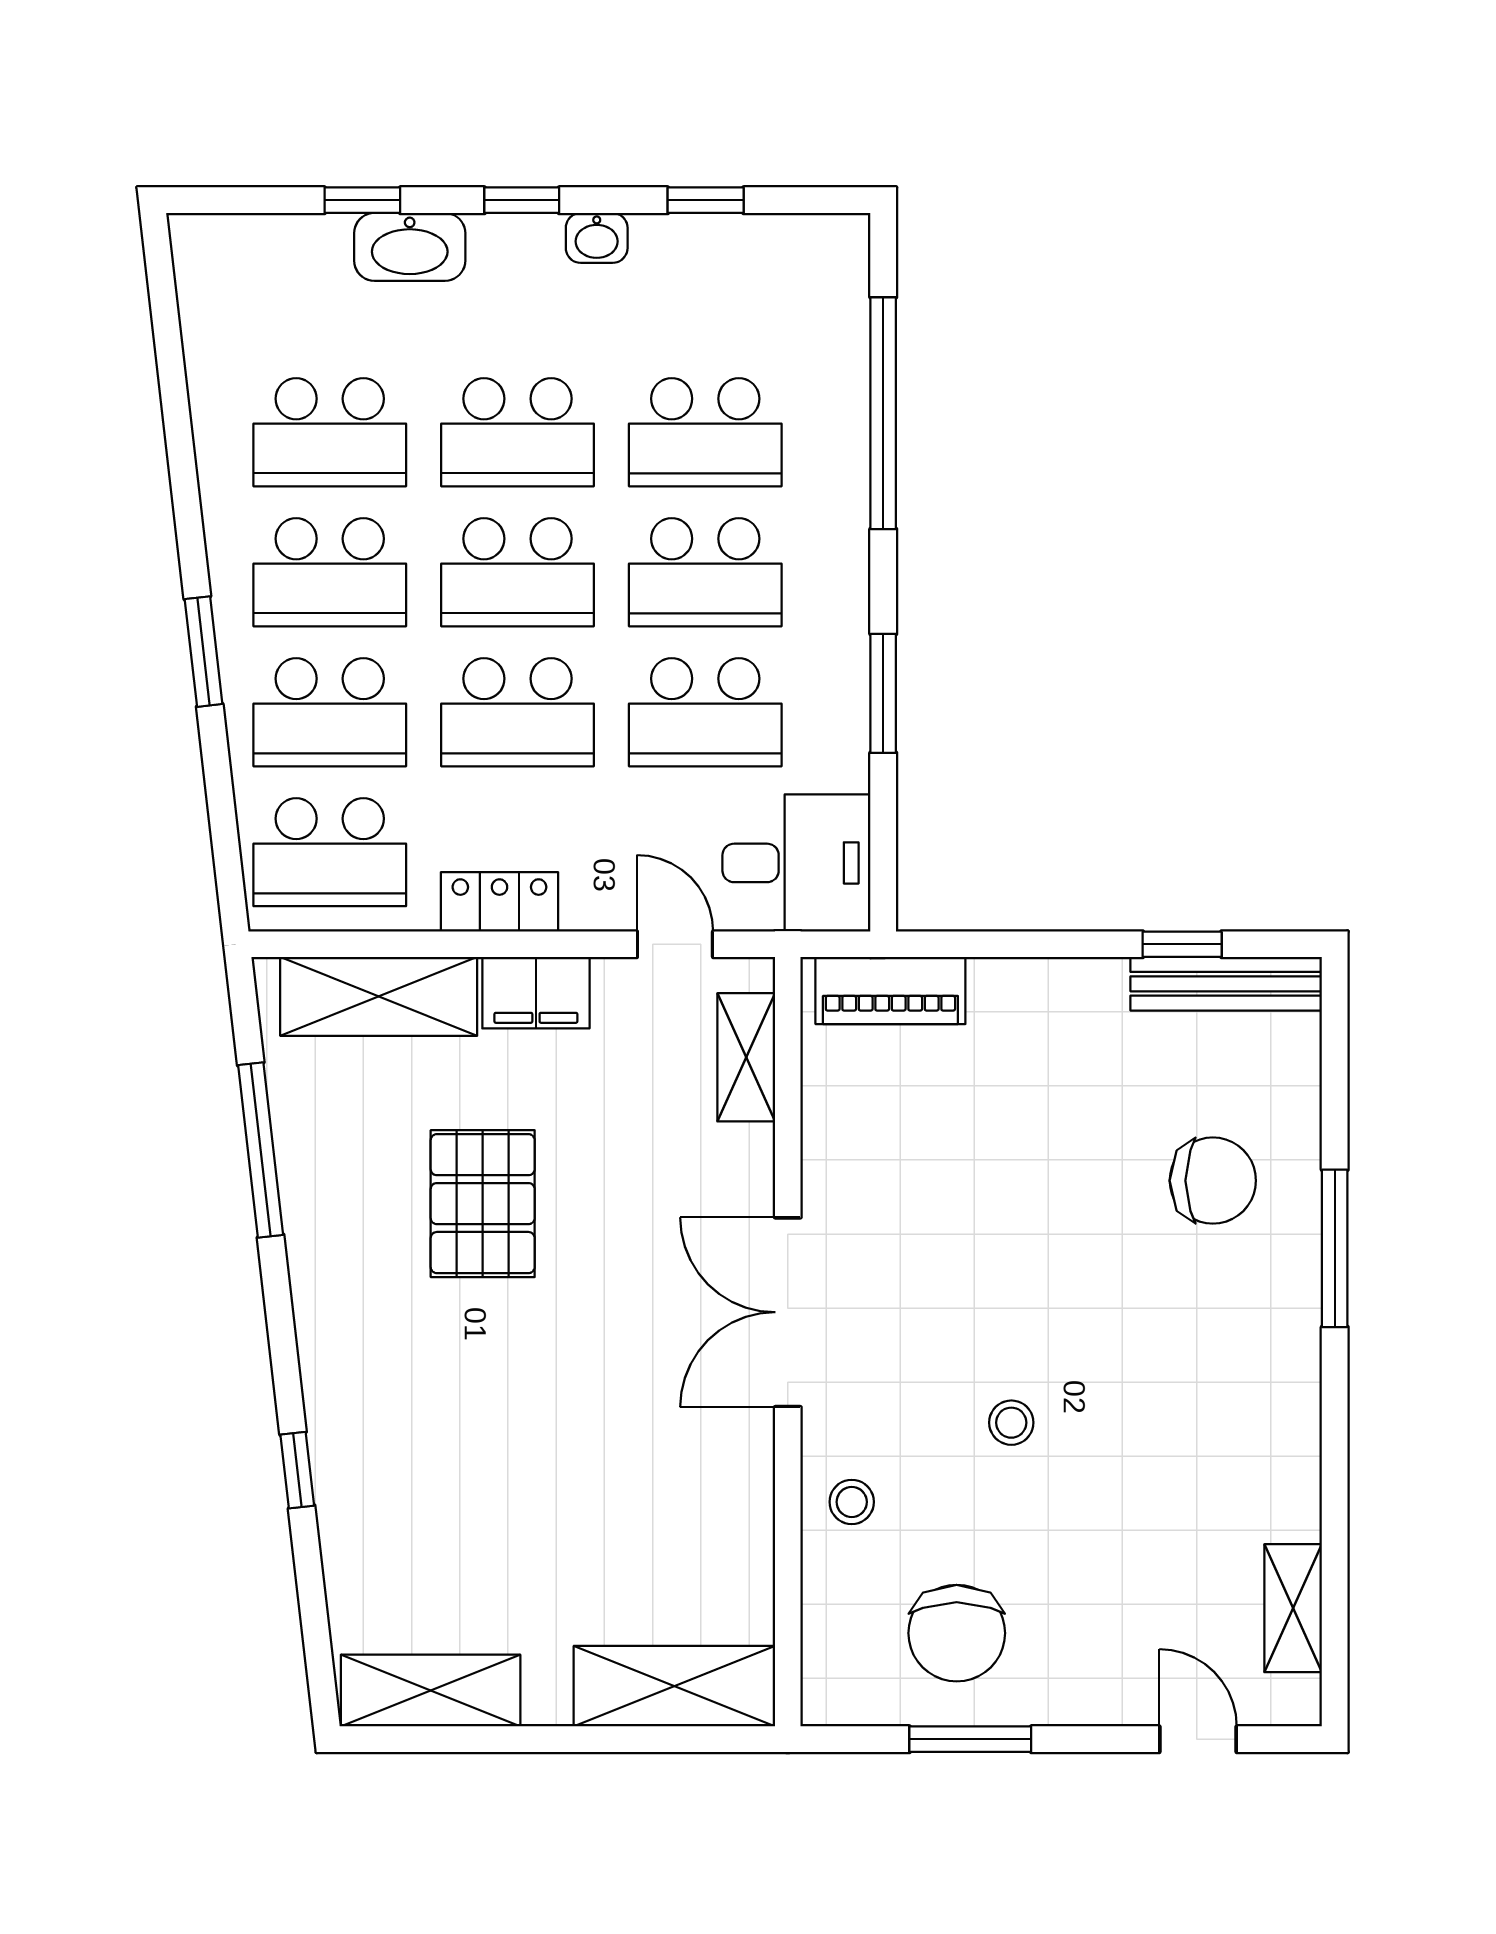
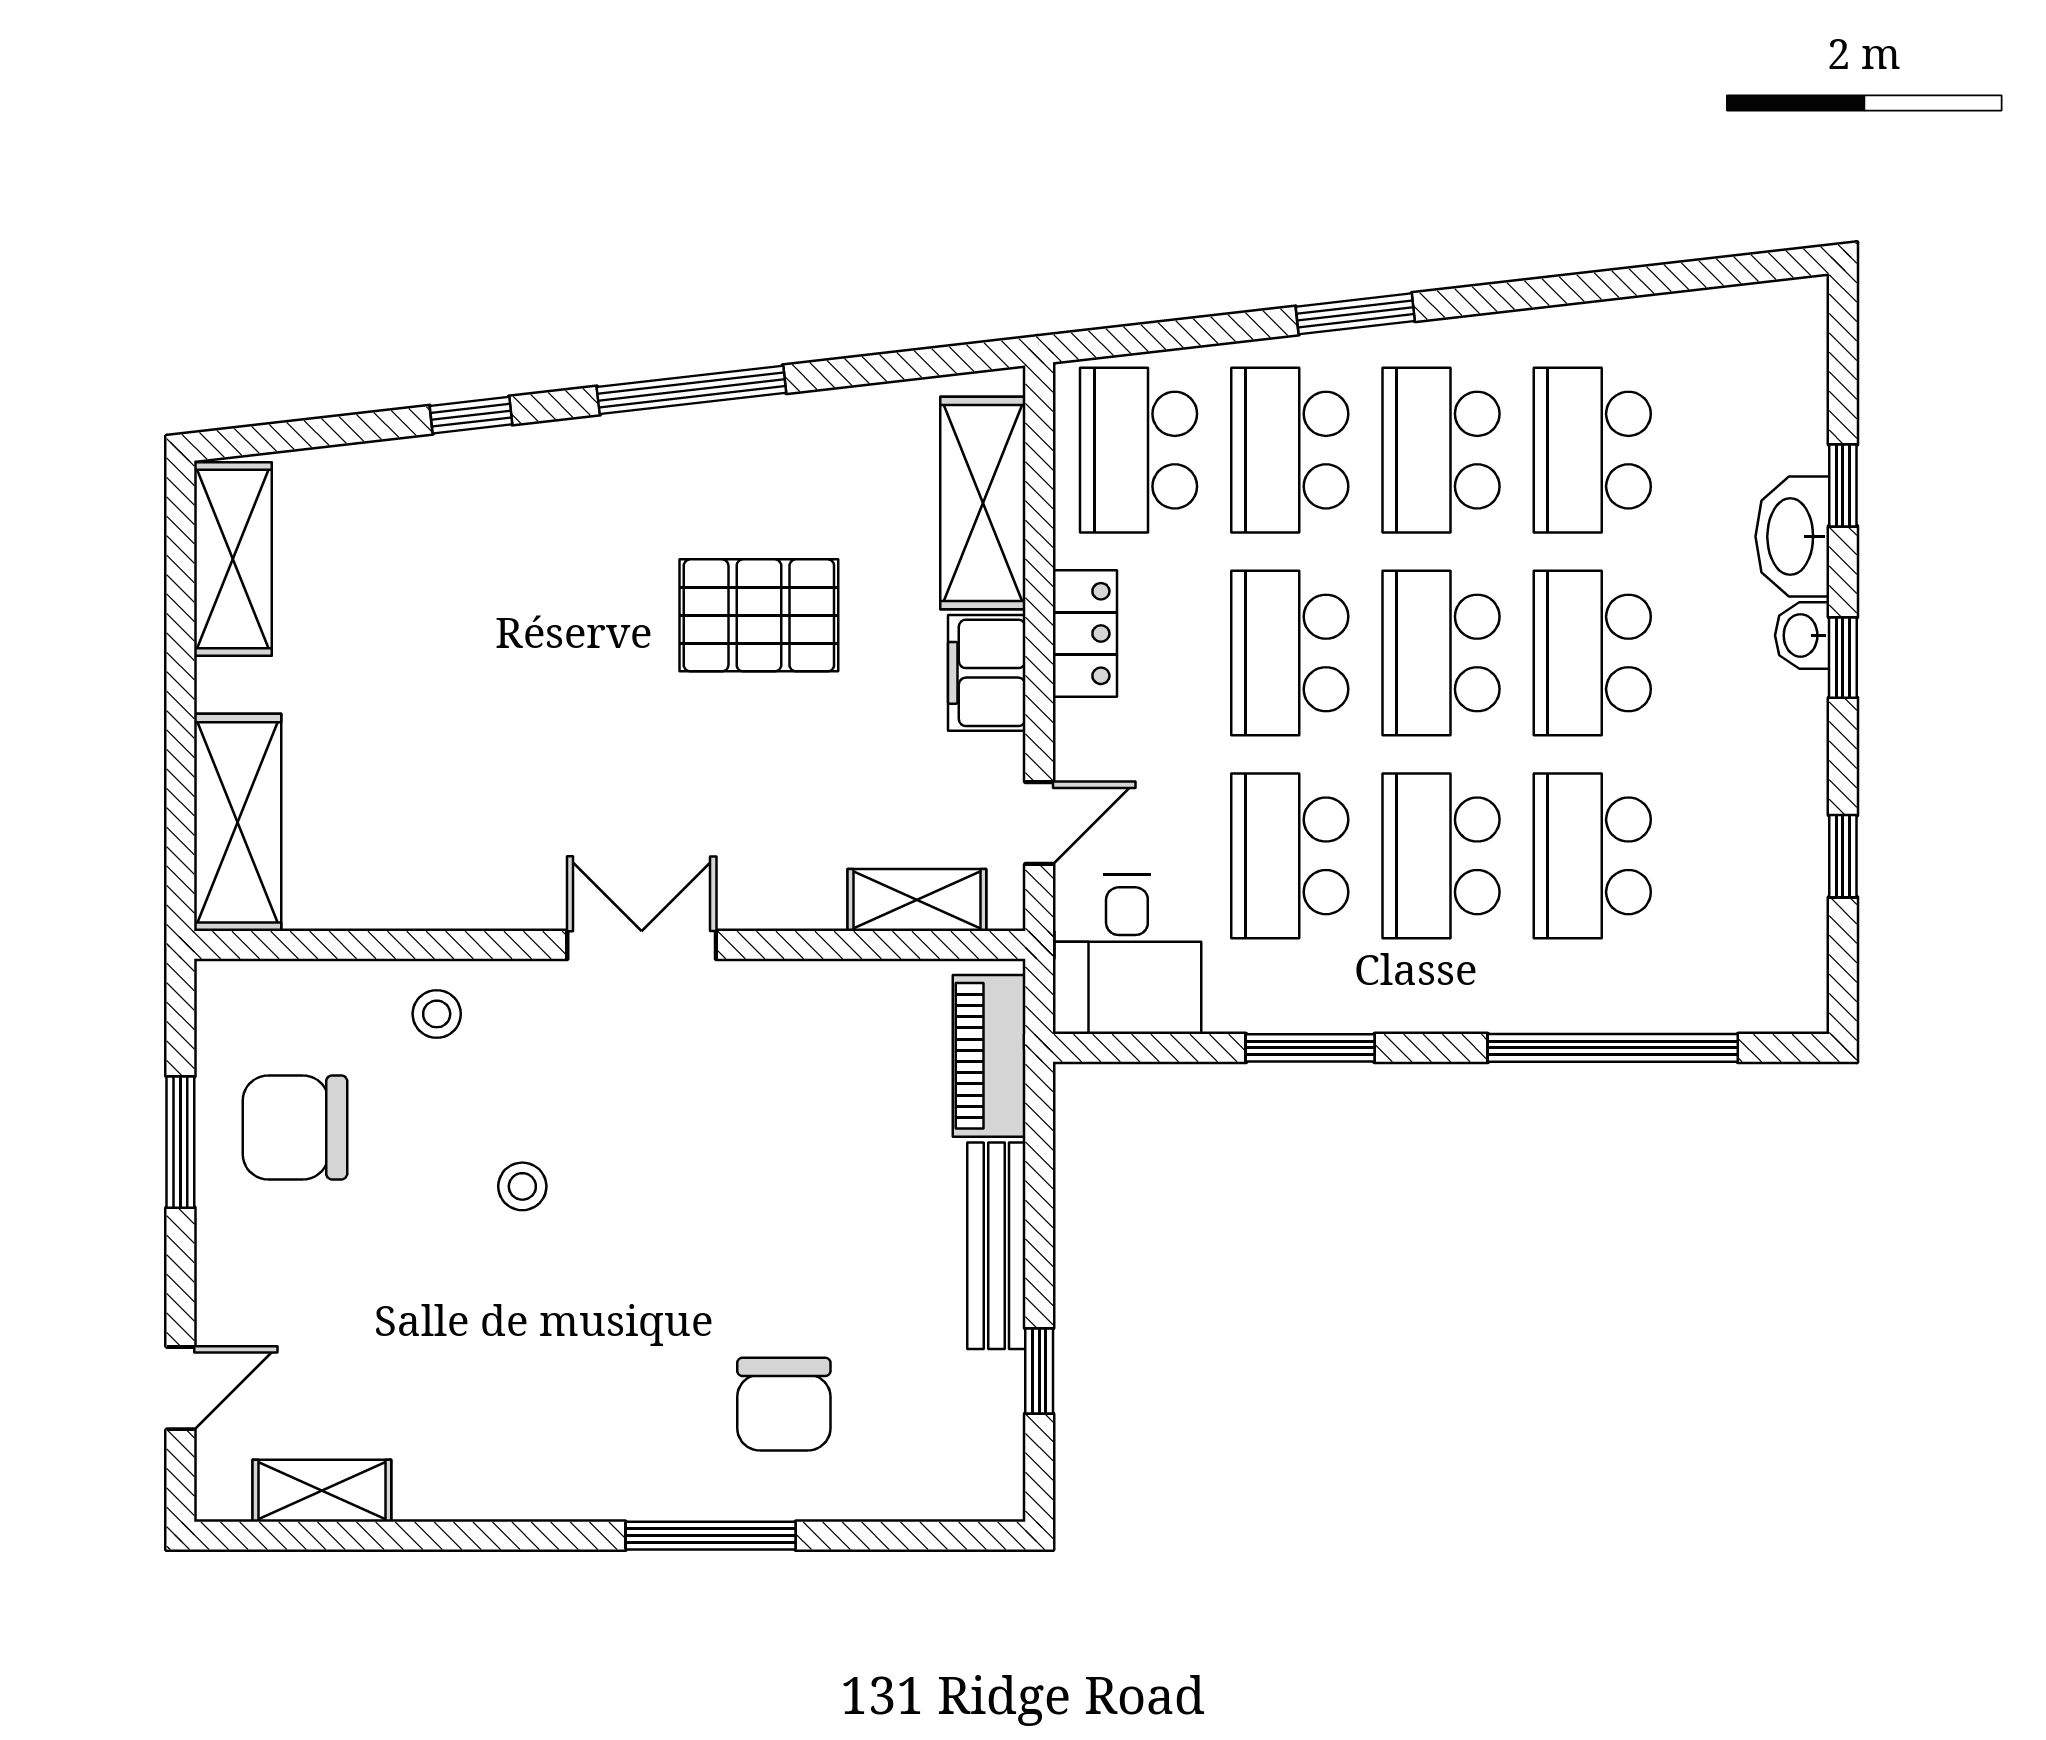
washbasin: (597, 238) -> (1802, 635), moved
bench: (1226, 984) -> (996, 1246), moved
window: (261, 1150) -> (691, 390), moved
double door: (788, 1312) -> (642, 945), width x0.73

